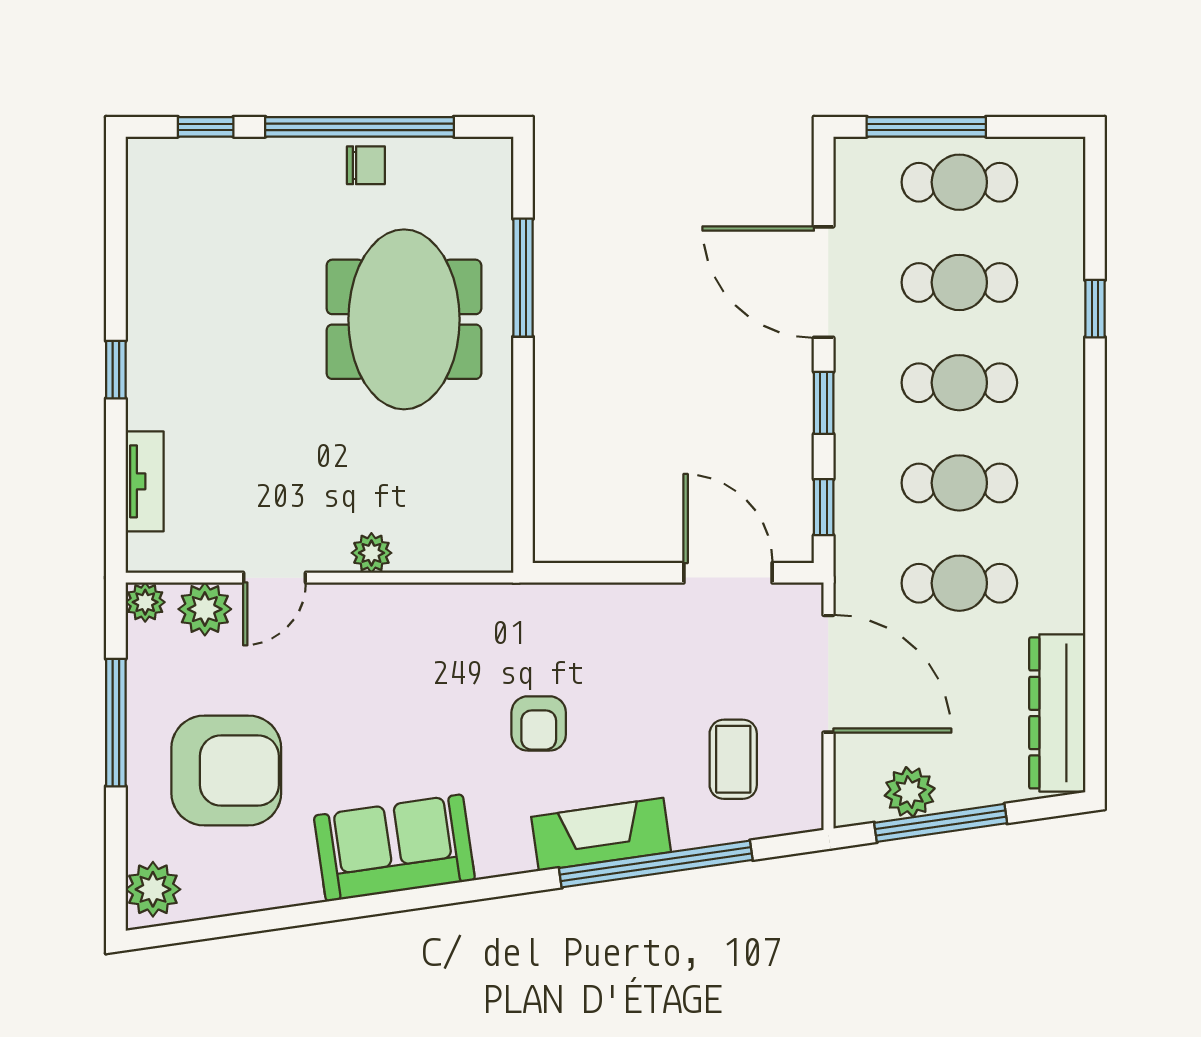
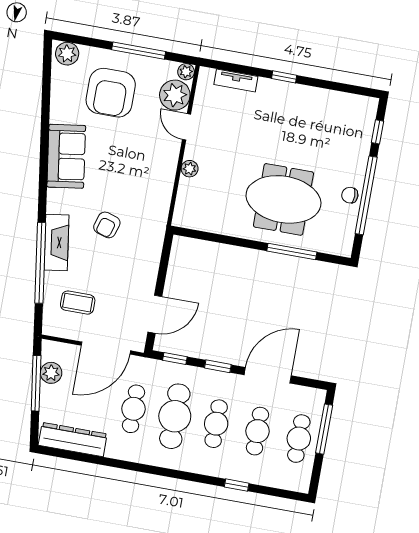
chair: (366, 165) -> (350, 195), turned 90
cafe table: (959, 483) -> (175, 416), width x1.37, depth x1.35
plant: (205, 609) -> (175, 95), width x1.36, depth x1.36
armchair: (539, 723) -> (107, 225), turned -73

